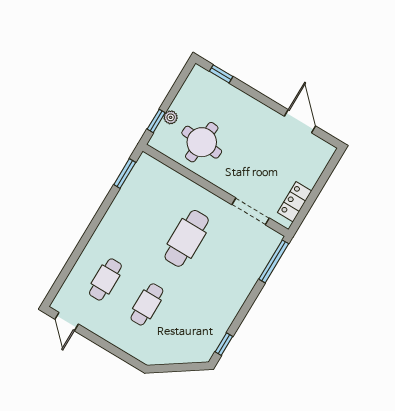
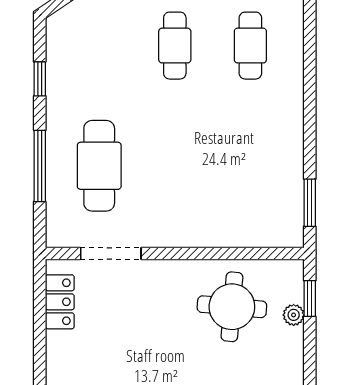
cafe table: (187, 238) -> (99, 166), moved
window: (274, 261) -> (40, 166), moved
window: (224, 344) -> (40, 79), moved

